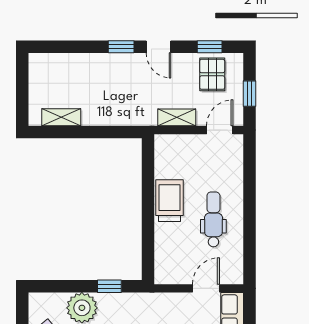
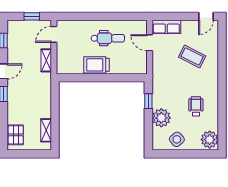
pallet: (212, 74) -> (16, 135), moved, turned 90
door: (220, 130) -> (54, 34), hinge flipped
dental chair: (213, 219) -> (108, 38), turned 180

